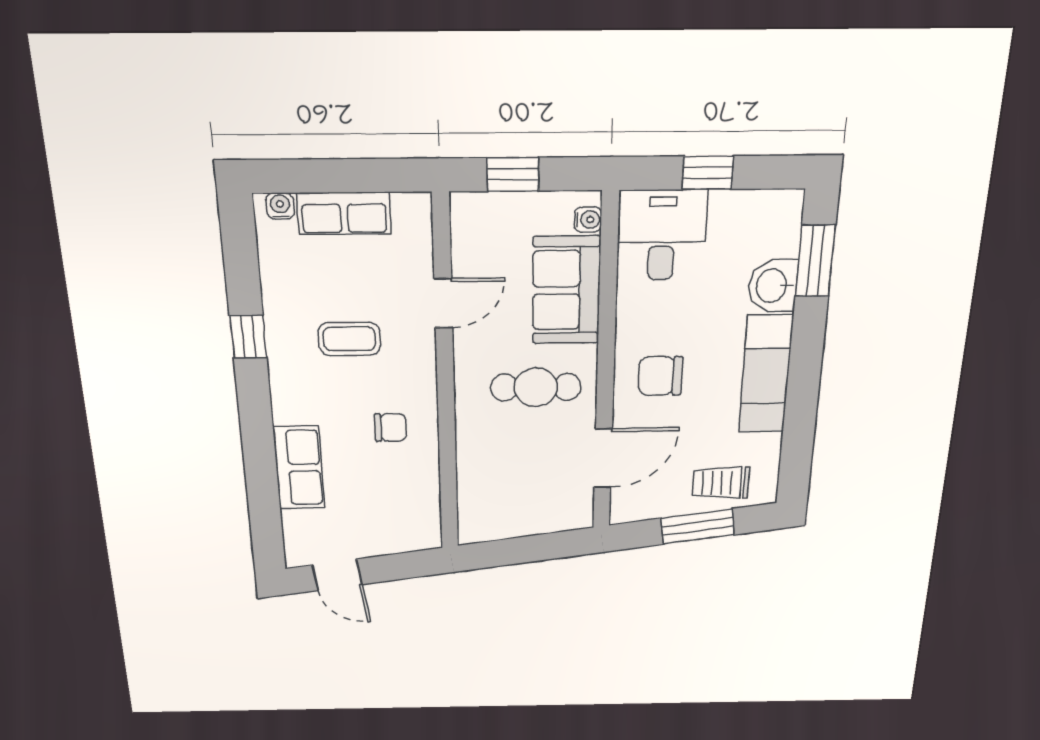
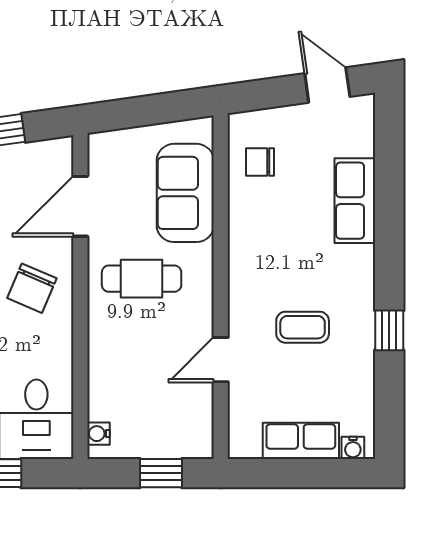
sofa: (566, 290) -> (185, 193), moved, turned 180
chair: (660, 376) -> (32, 288), turned 113
chair: (390, 427) -> (260, 162), moved

